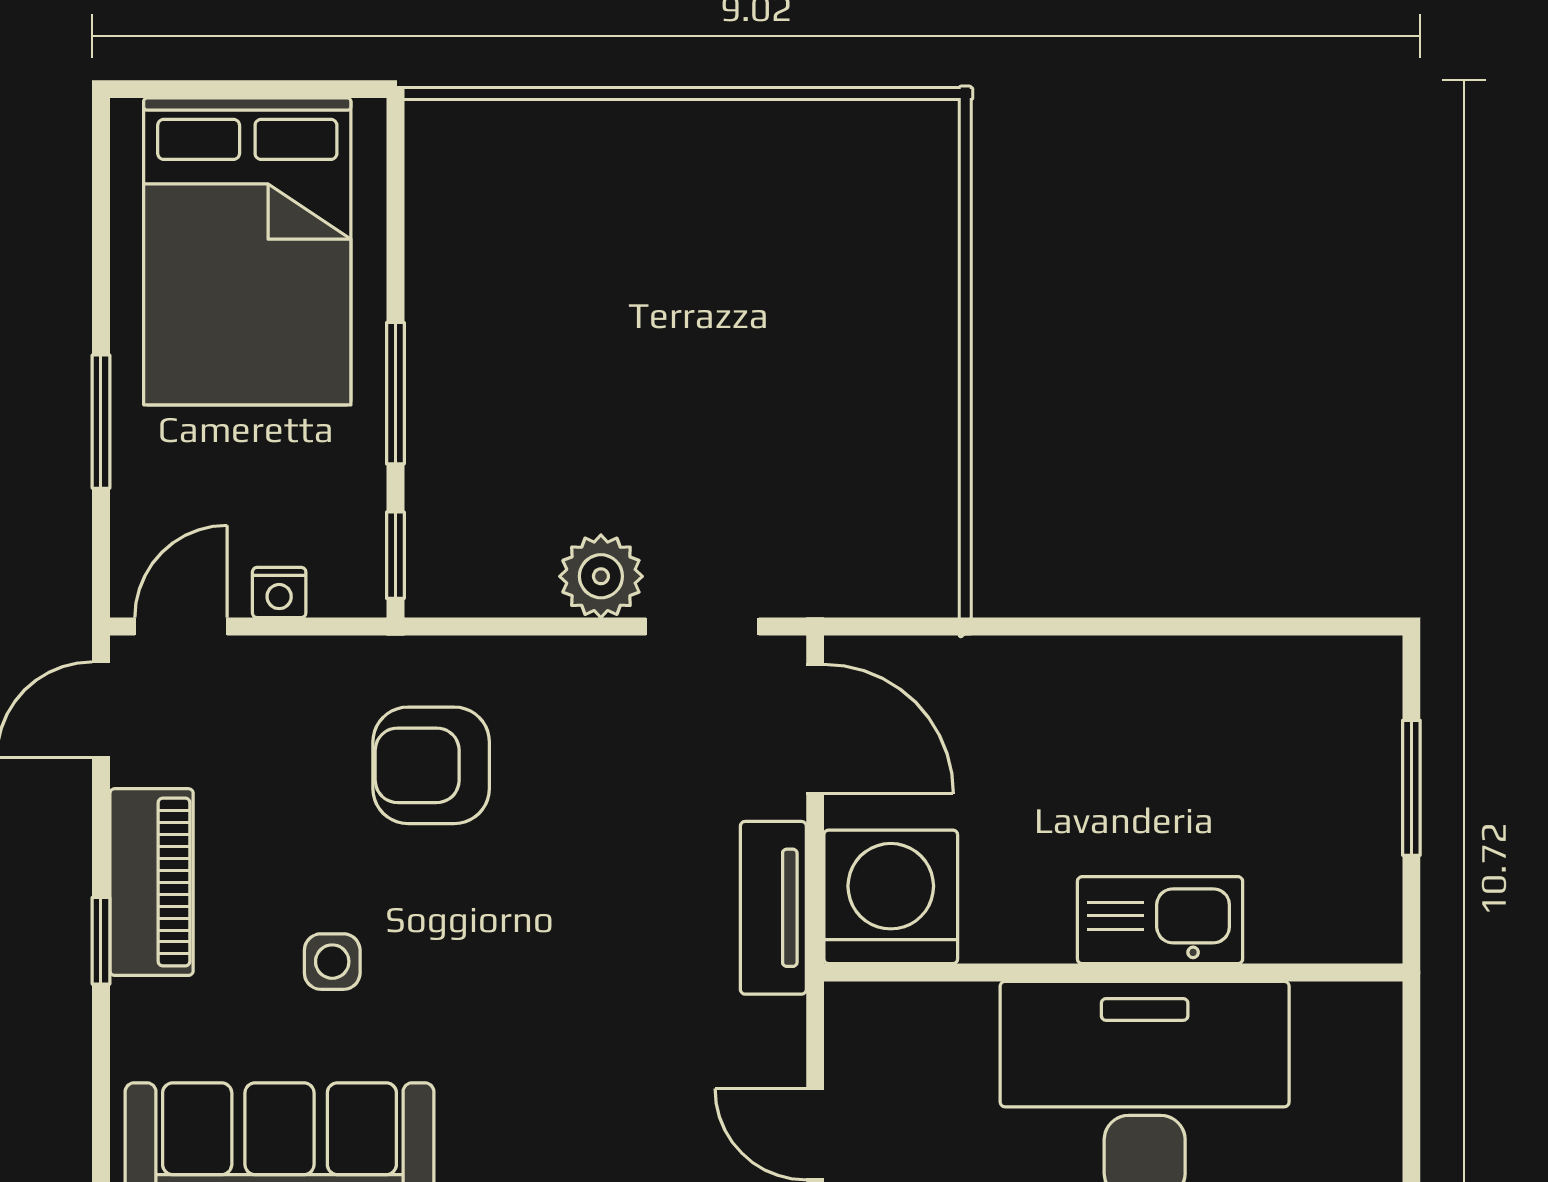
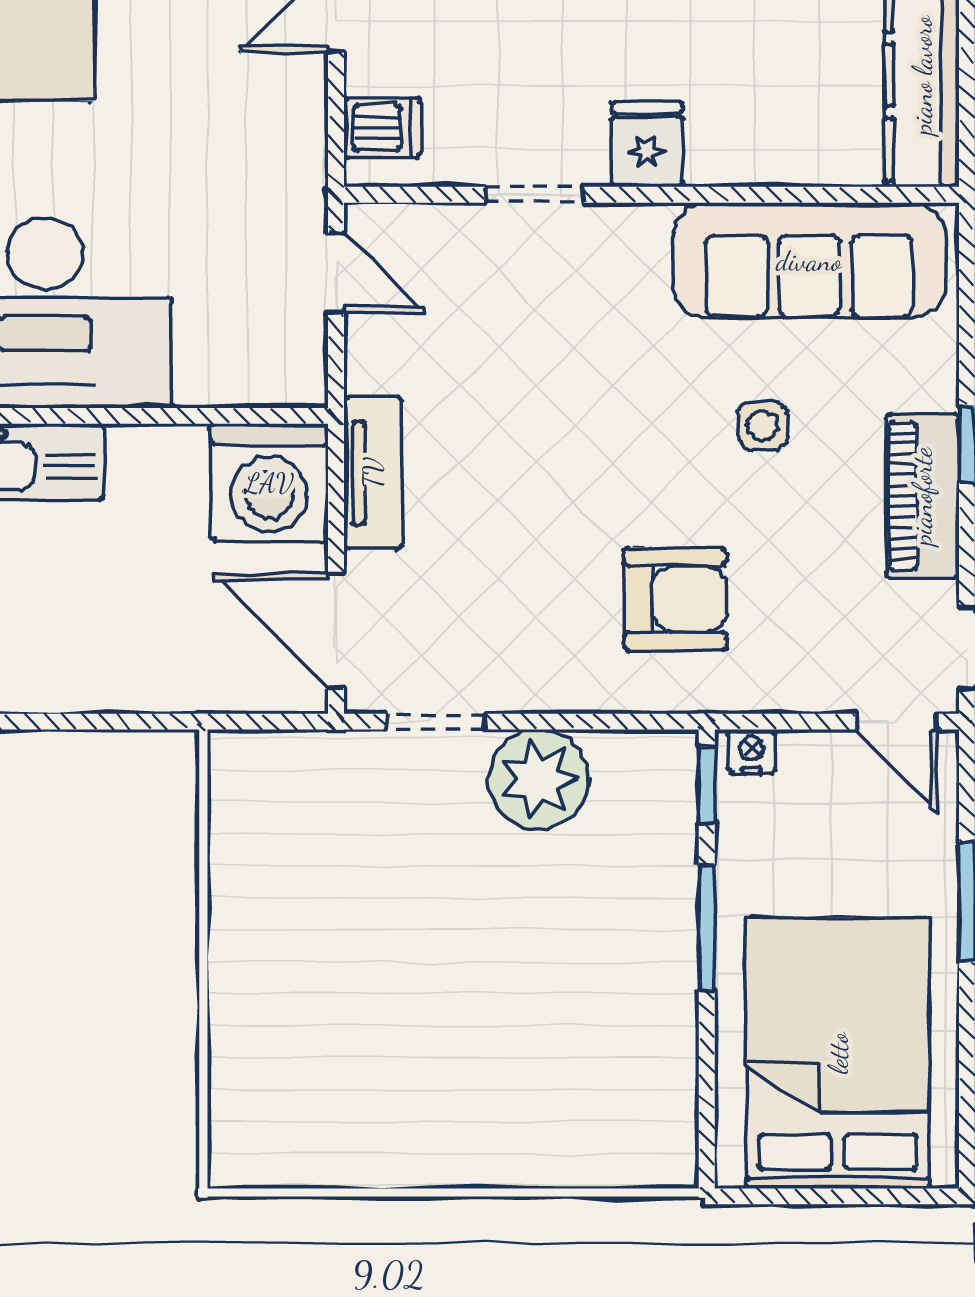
plant: (601, 576) -> (539, 779), width x1.36, depth x1.36
nightstand: (279, 593) -> (752, 752), moved
door: (181, 627) -> (896, 722), hinge flipped

